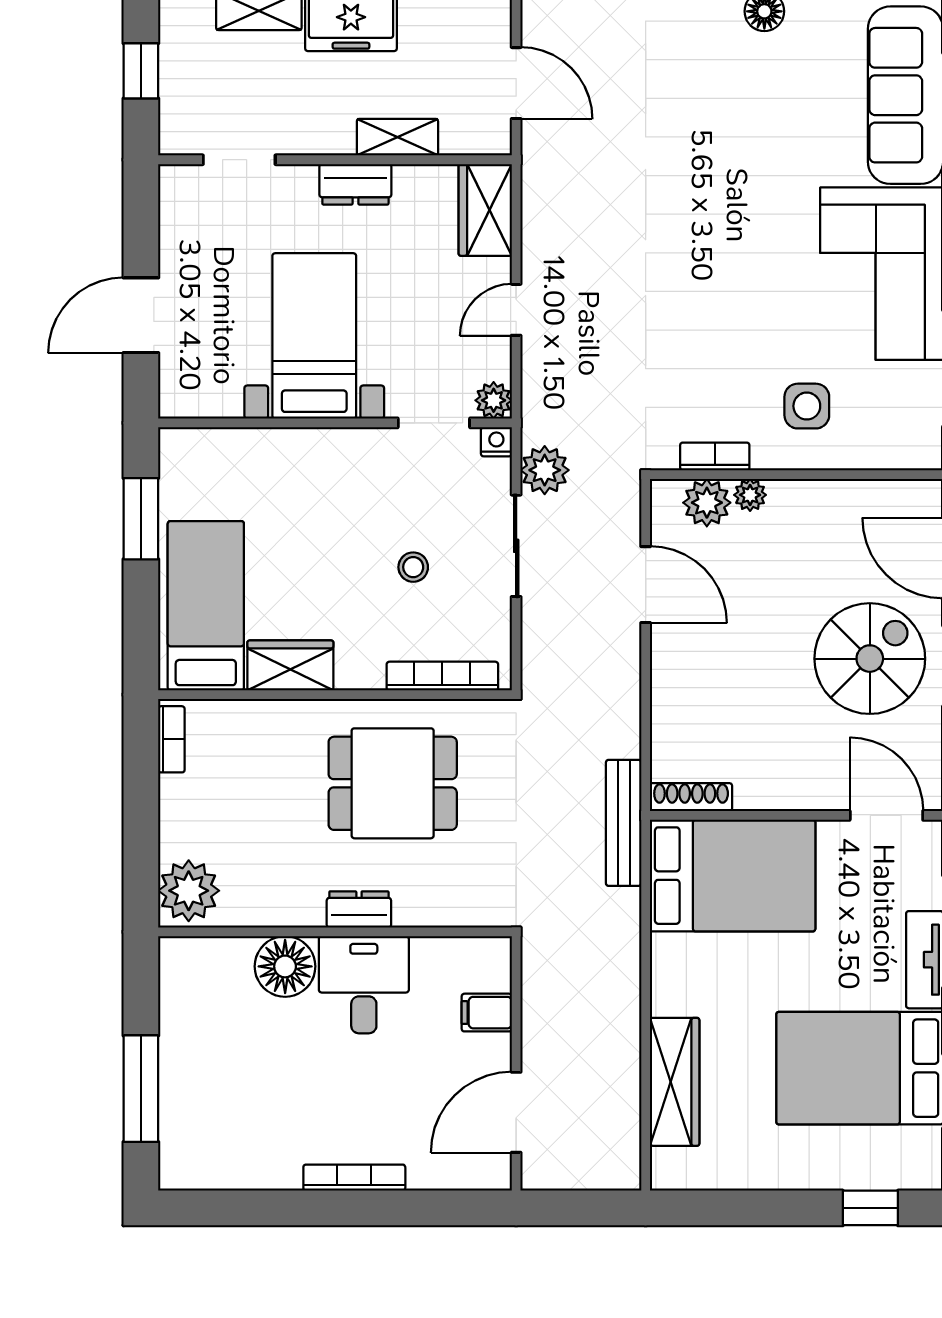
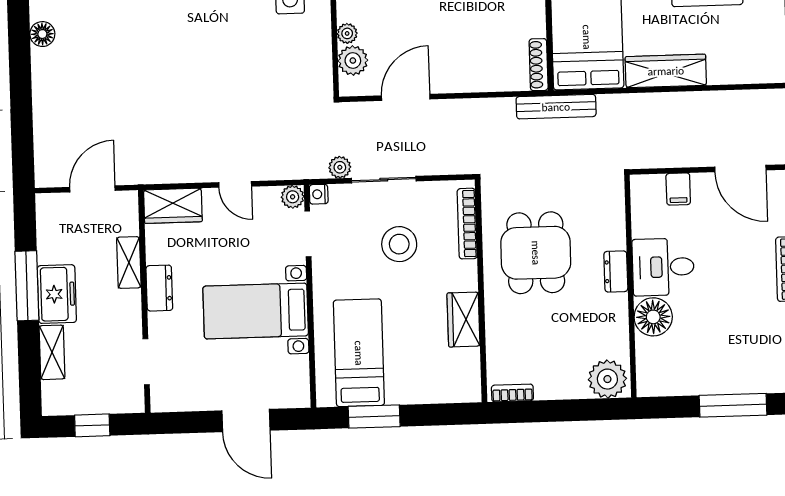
bookcase: (715, 456) -> (324, 56), removed
plant: (545, 470) -> (340, 167), width x0.73, depth x0.73
stool: (413, 567) -> (399, 244), width x1.89, depth x1.89
bed: (206, 606) -> (359, 353), moved, turned 90
wardrobe: (675, 1082) -> (666, 71), moved

